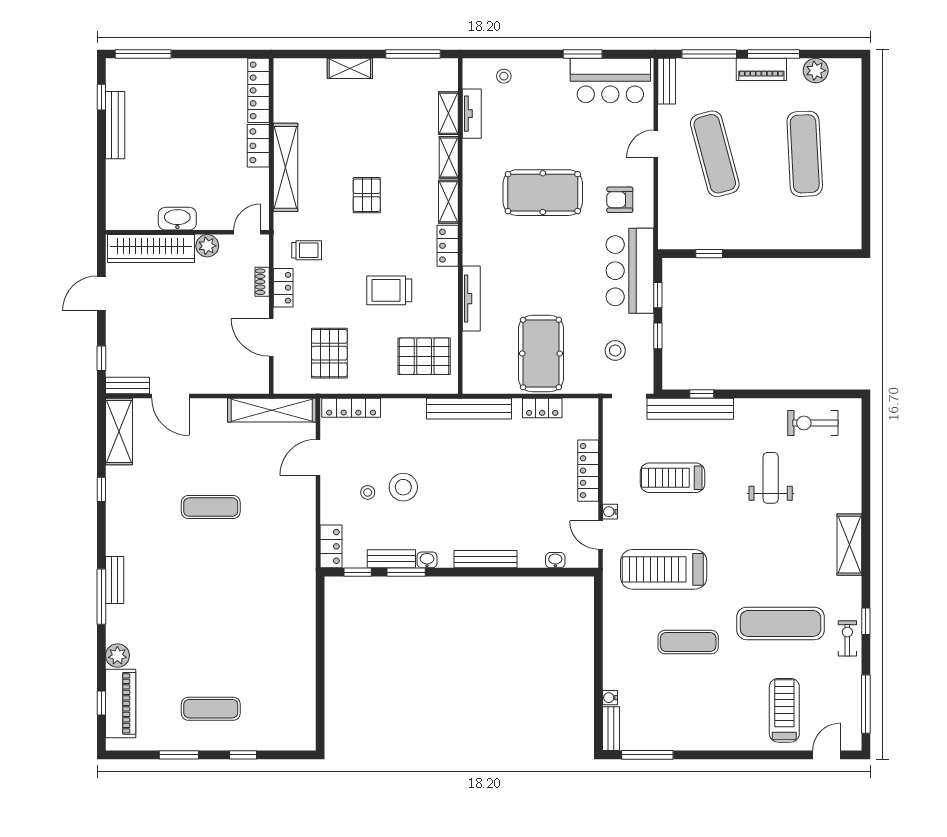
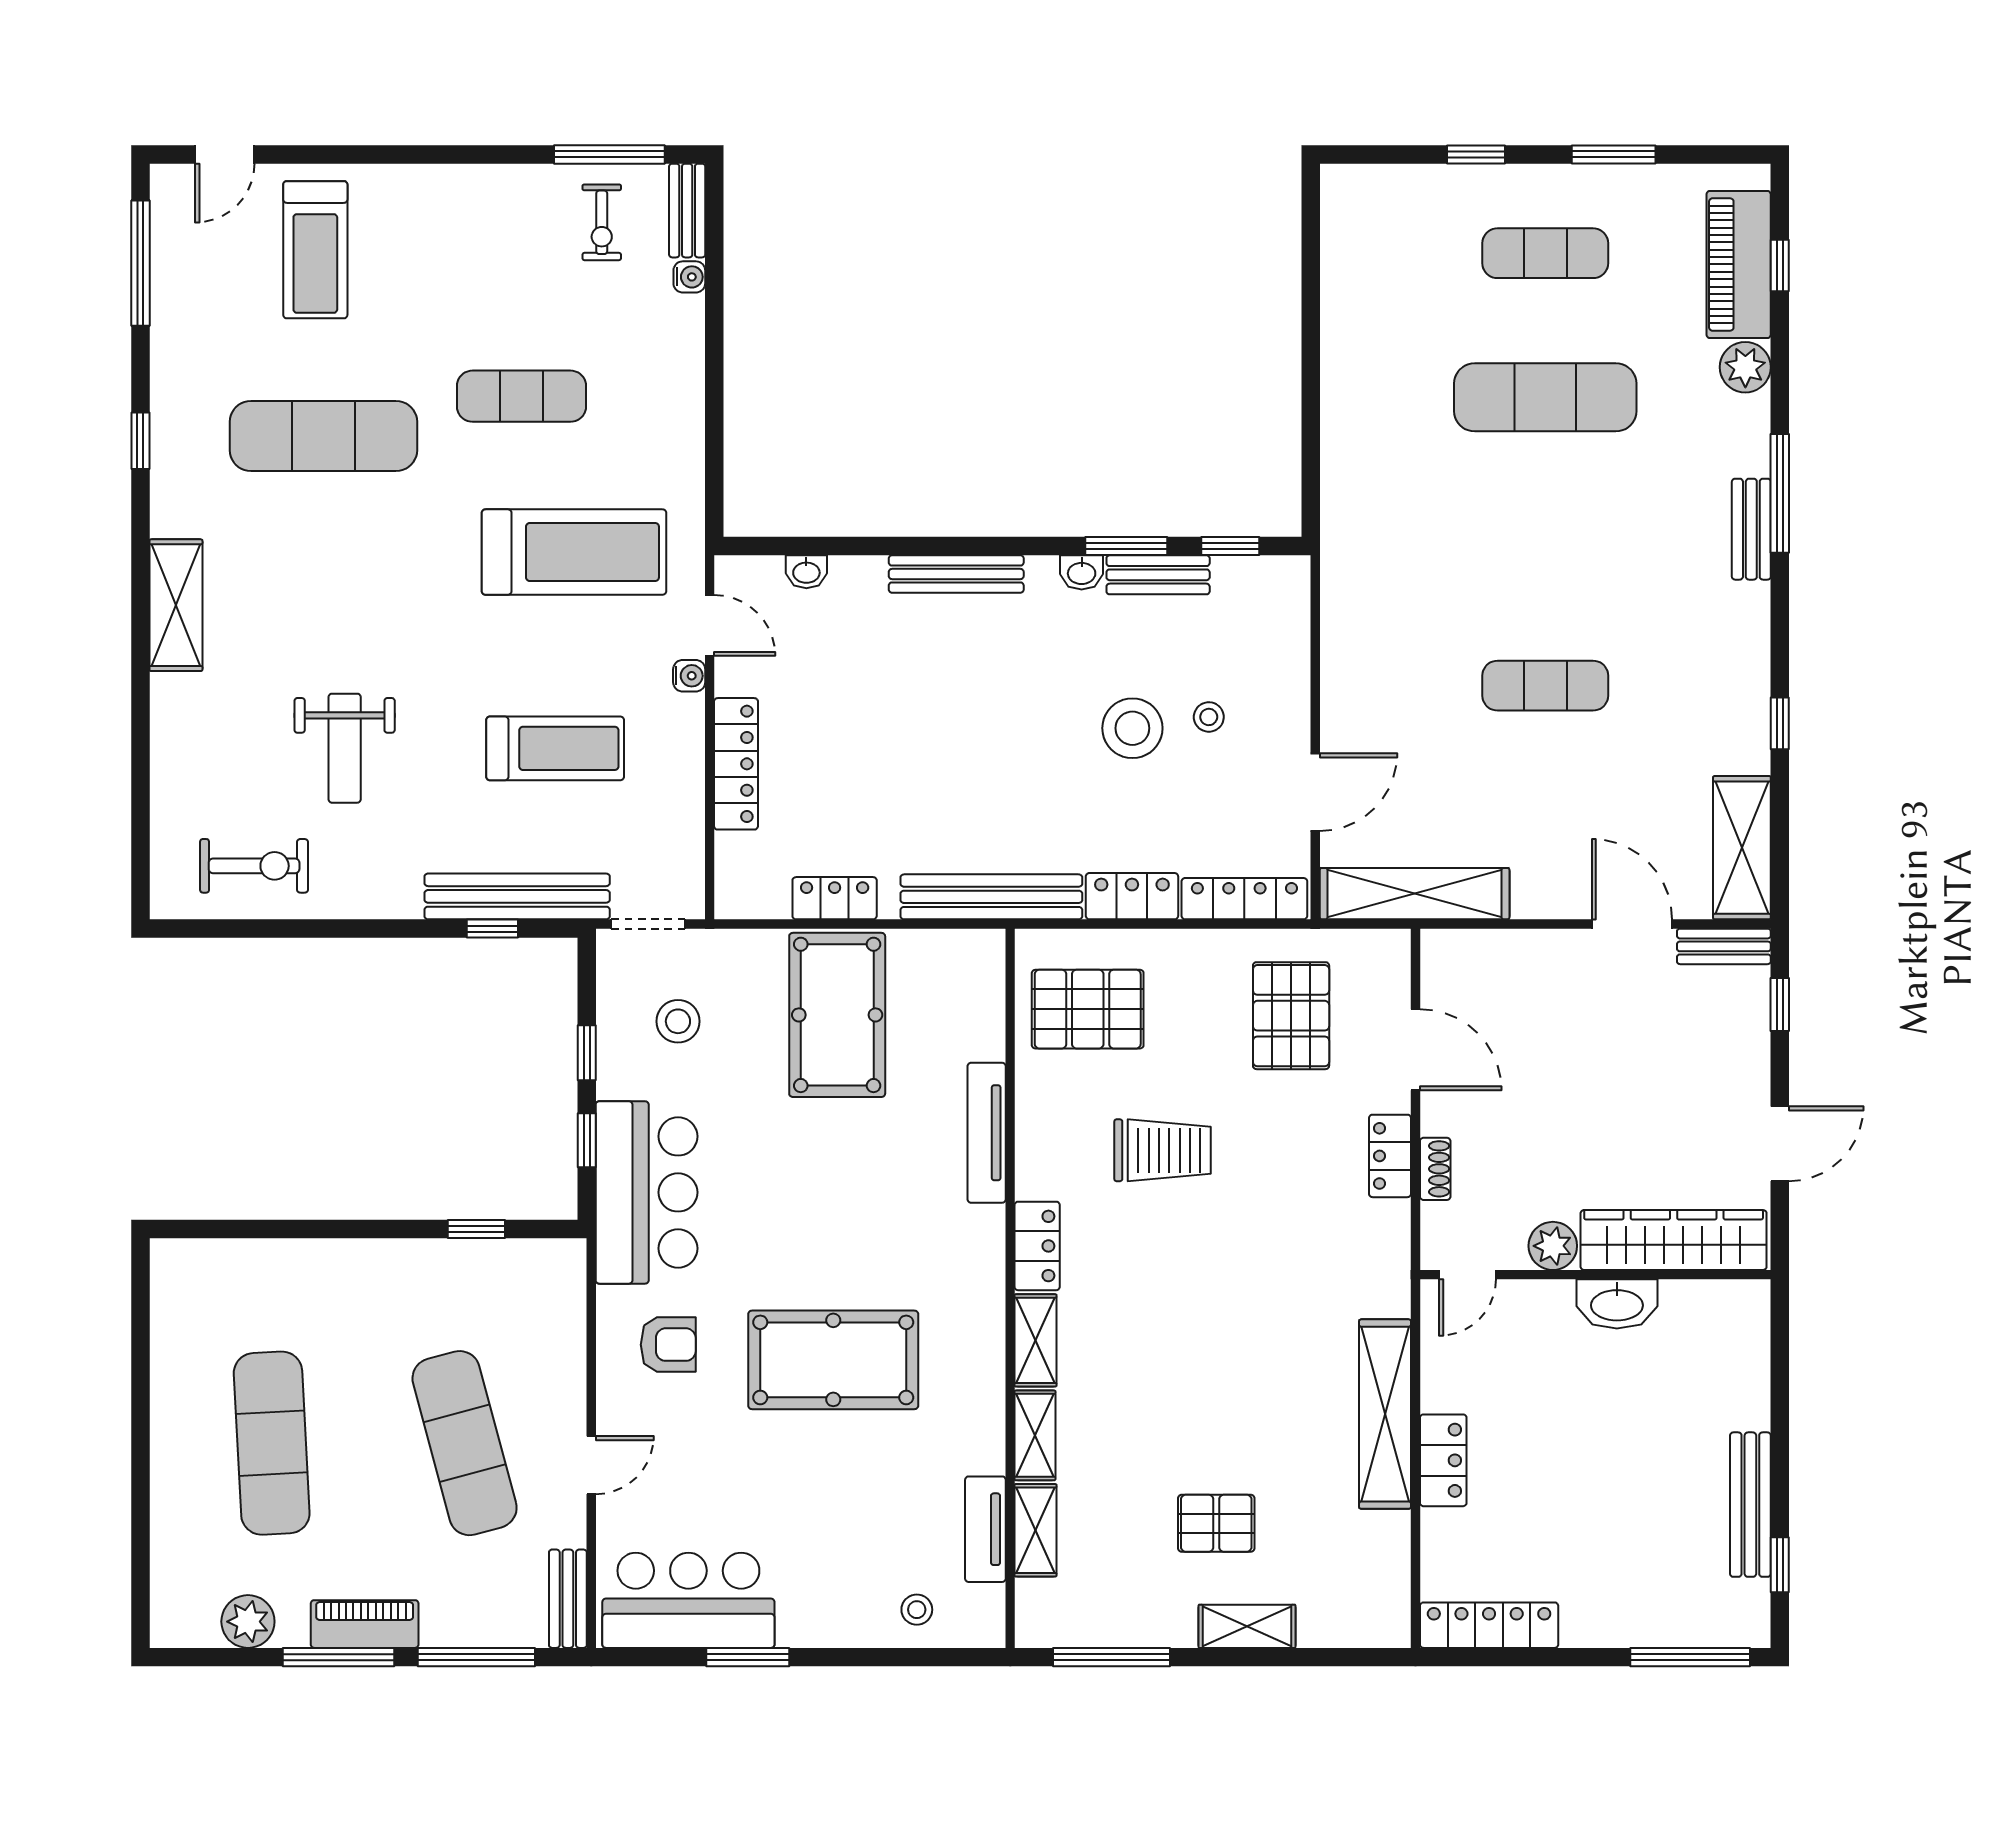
locker: (258, 90) -> (1489, 1625), moved, turned -90
pallet: (367, 195) -> (1216, 1523), moved, turned 90
trolley: (307, 250) -> (1340, 1236), removed
locker: (331, 546) -> (1132, 896), moved, turned 90
exercise bike: (847, 638) -> (602, 222), moved
exercise mat: (211, 641) -> (1545, 397), added

